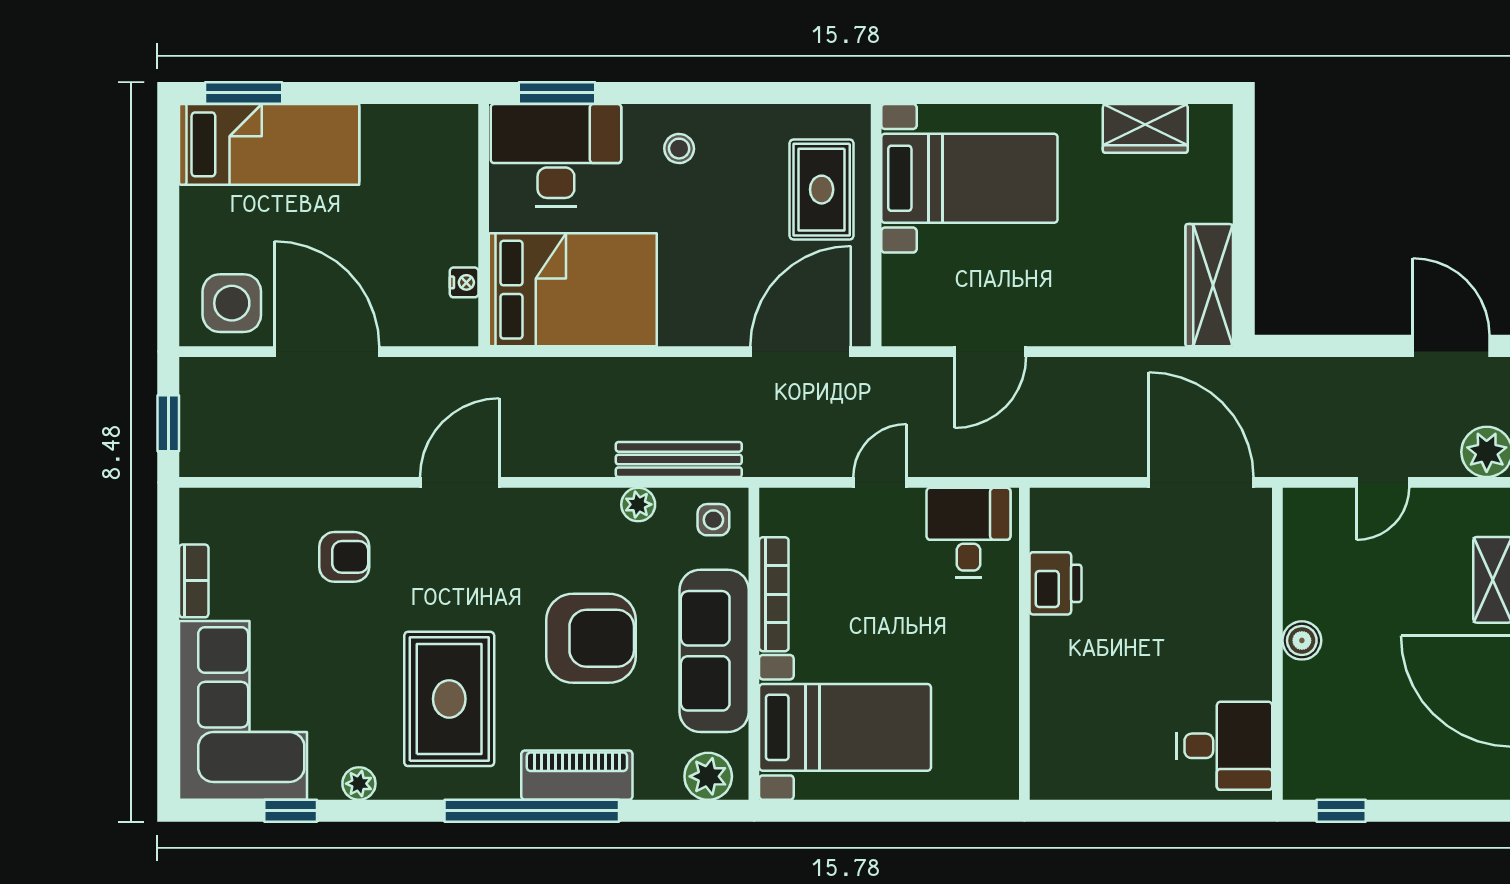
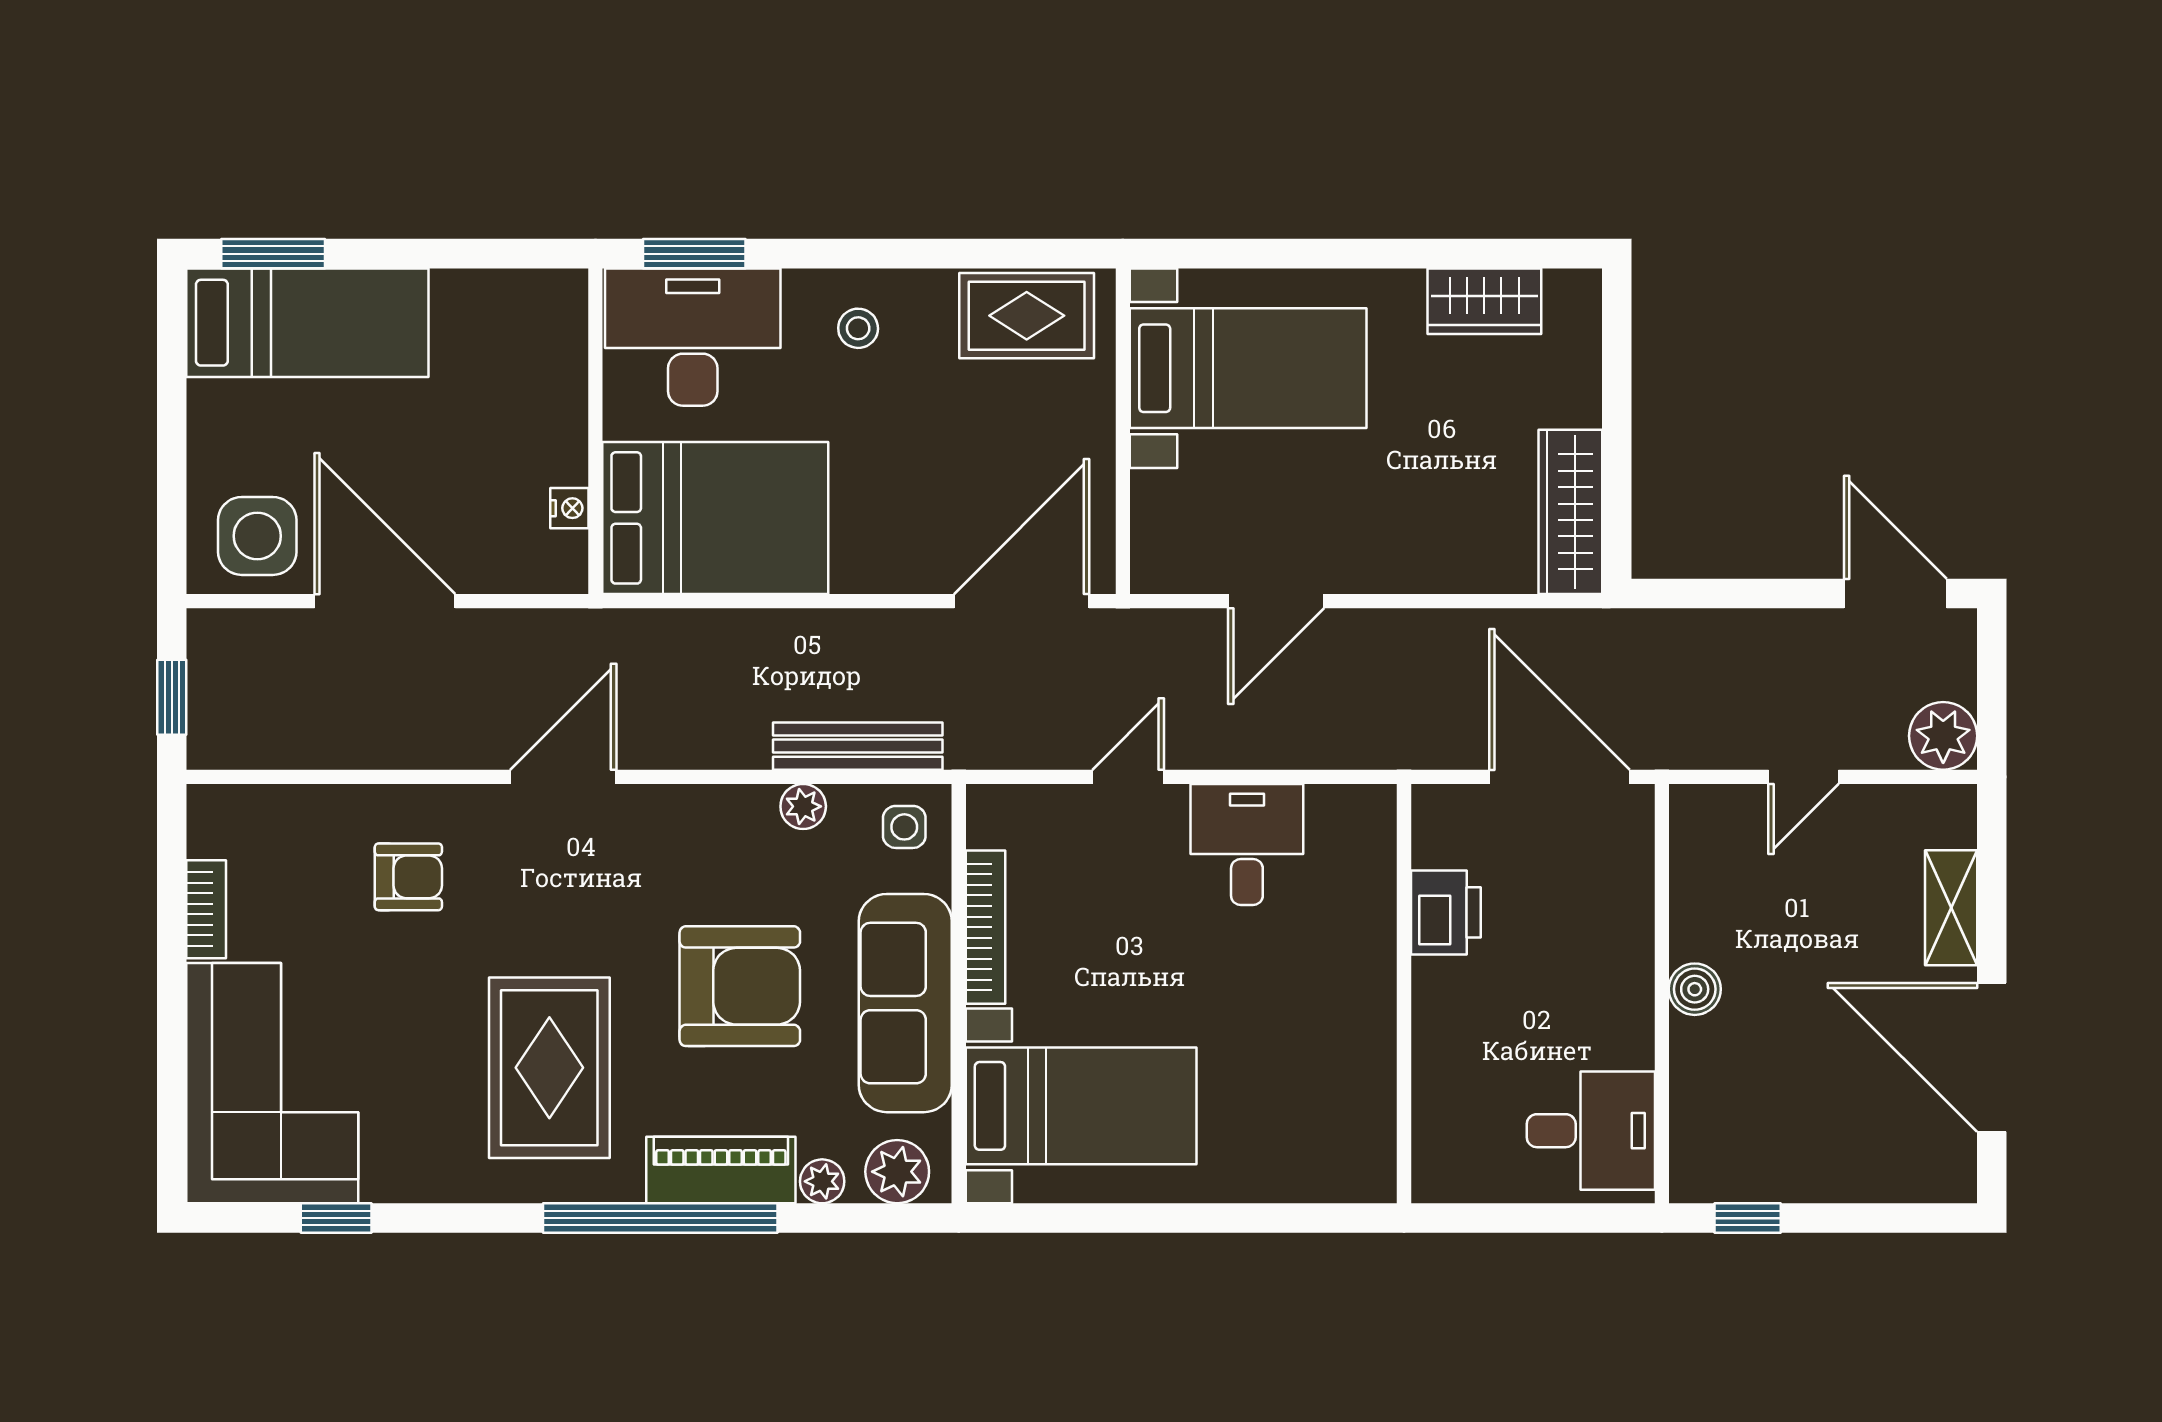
rug: (822, 190) -> (1027, 316), moved, turned 90
printer: (1056, 583) -> (1446, 912), moved
wall: (1024, 644) -> (1404, 994), moved
plant: (359, 784) -> (822, 1181), moved

